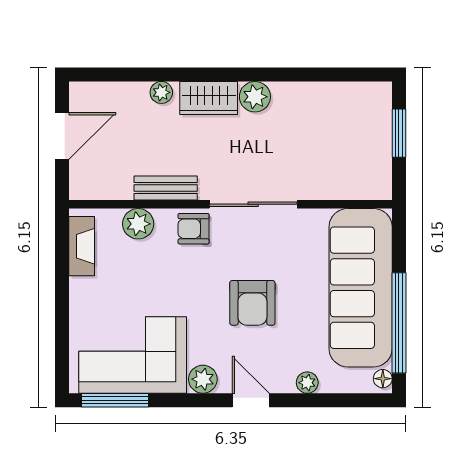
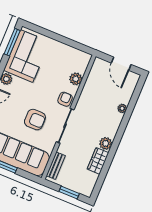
wardrobe: (209, 98) -> (98, 161), moved
bench: (166, 188) -> (56, 166), moved
fireplace: (82, 246) -> (76, 54), removed
armchair: (252, 303) -> (35, 120), moved, turned 180

